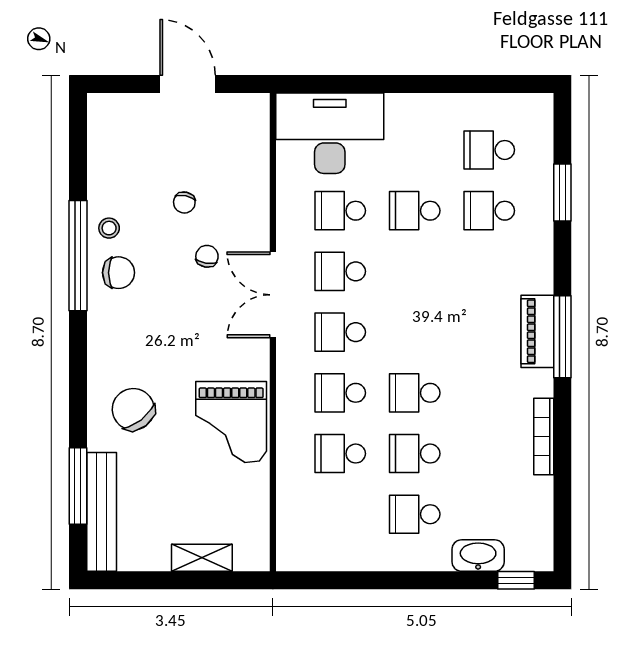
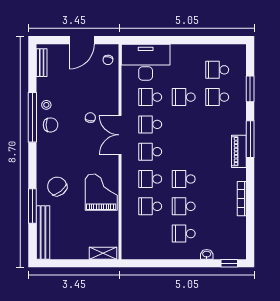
door: (188, 84) -> (82, 40), swing flipped
bench: (99, 134) -> (42, 63), added
chair: (184, 203) -> (108, 60), moved
window: (562, 337) -> (250, 139), moved
grand piano: (231, 422) -> (101, 192), turned 180
window: (78, 486) -> (32, 206), moved
washbasin: (478, 556) -> (207, 254), width x0.52, depth x0.69
shelving: (202, 558) -> (103, 253), moved

